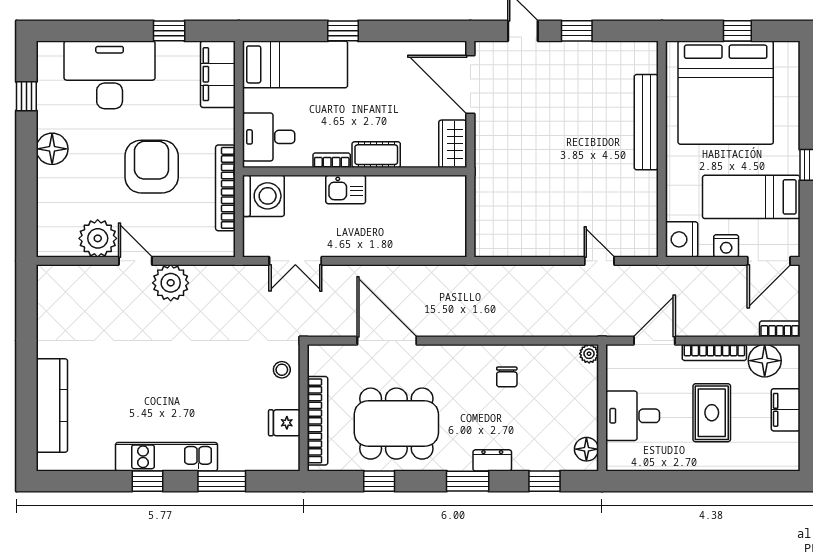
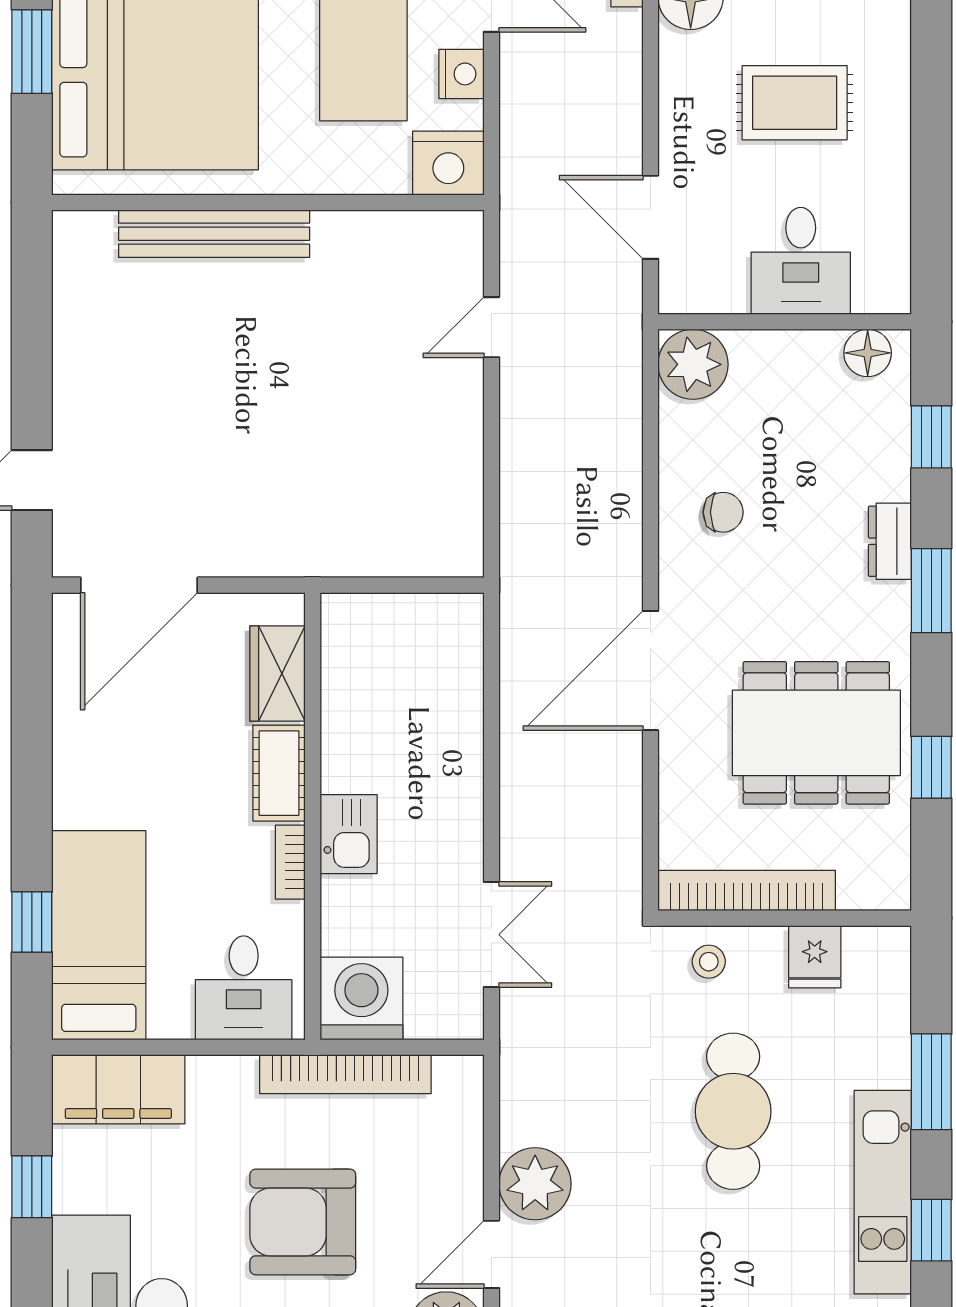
window: (343, 31) -> (32, 922), moved
window: (577, 31) -> (32, 372), removed
window: (737, 31) -> (32, 52), width x1.50
wardrobe: (453, 144) -> (277, 674), moved, turned 90
door: (387, 341) -> (650, 671), moved
bookcase: (714, 352) -> (674, 97), removed
plant: (589, 354) -> (693, 364), width x1.88, depth x1.88
cafe table: (207, 382) -> (733, 1111), added
bookcase: (317, 421) -> (747, 890), moved
dining table: (396, 424) -> (816, 733), turned 90

